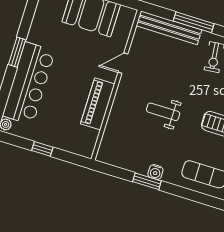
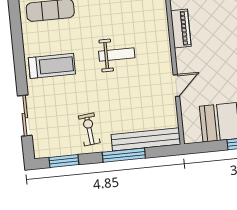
piano: (98, 104) -> (181, 29), width x0.73, depth x0.75

